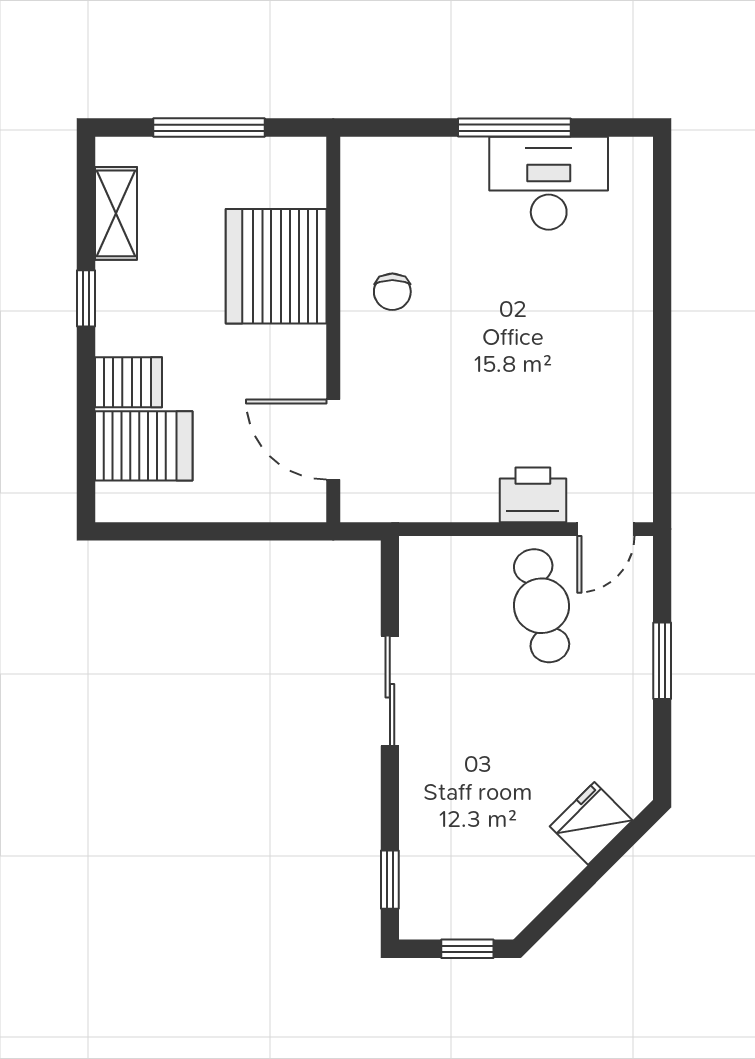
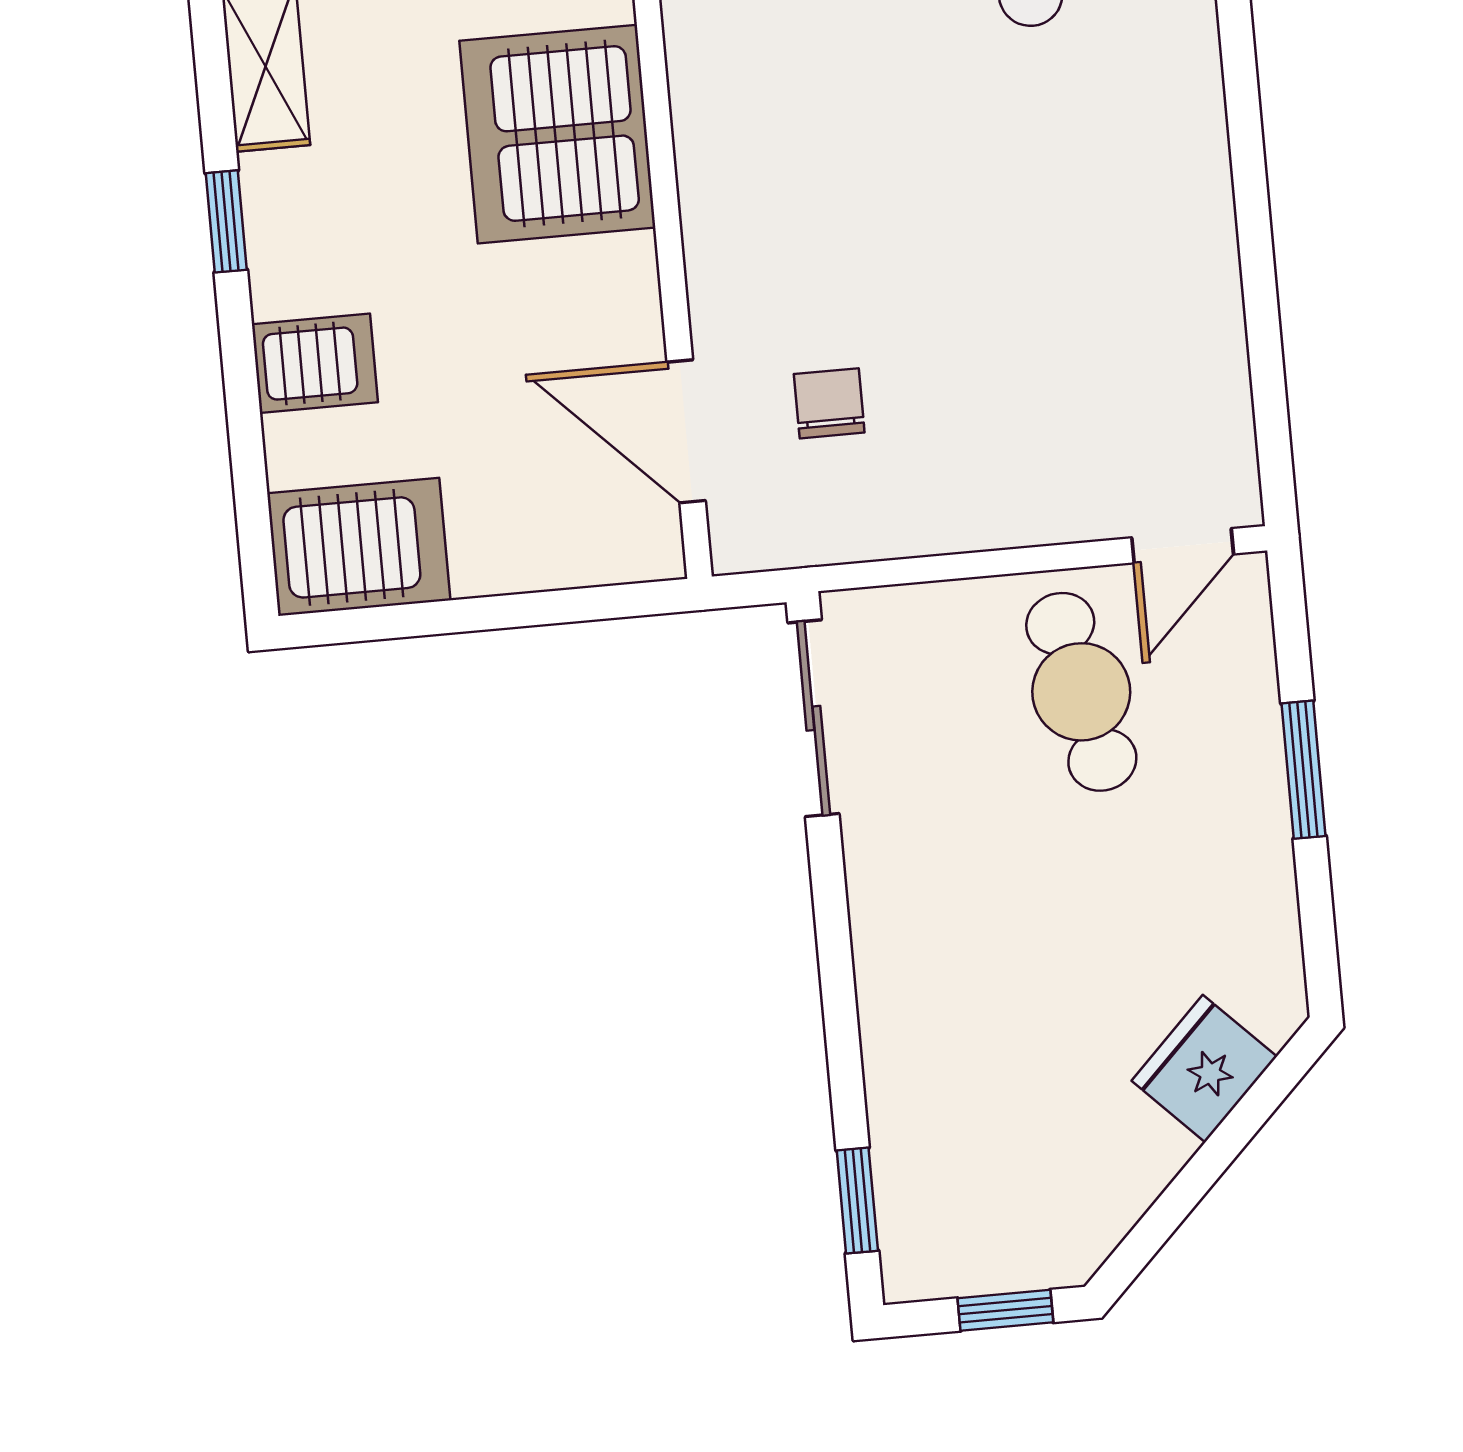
chair: (392, 292) -> (829, 403), moved, turned 180
server rack: (144, 446) -> (359, 547), moved
printer: (533, 495) -> (1048, 497), removed
sliding door: (390, 691) -> (813, 718), moved

